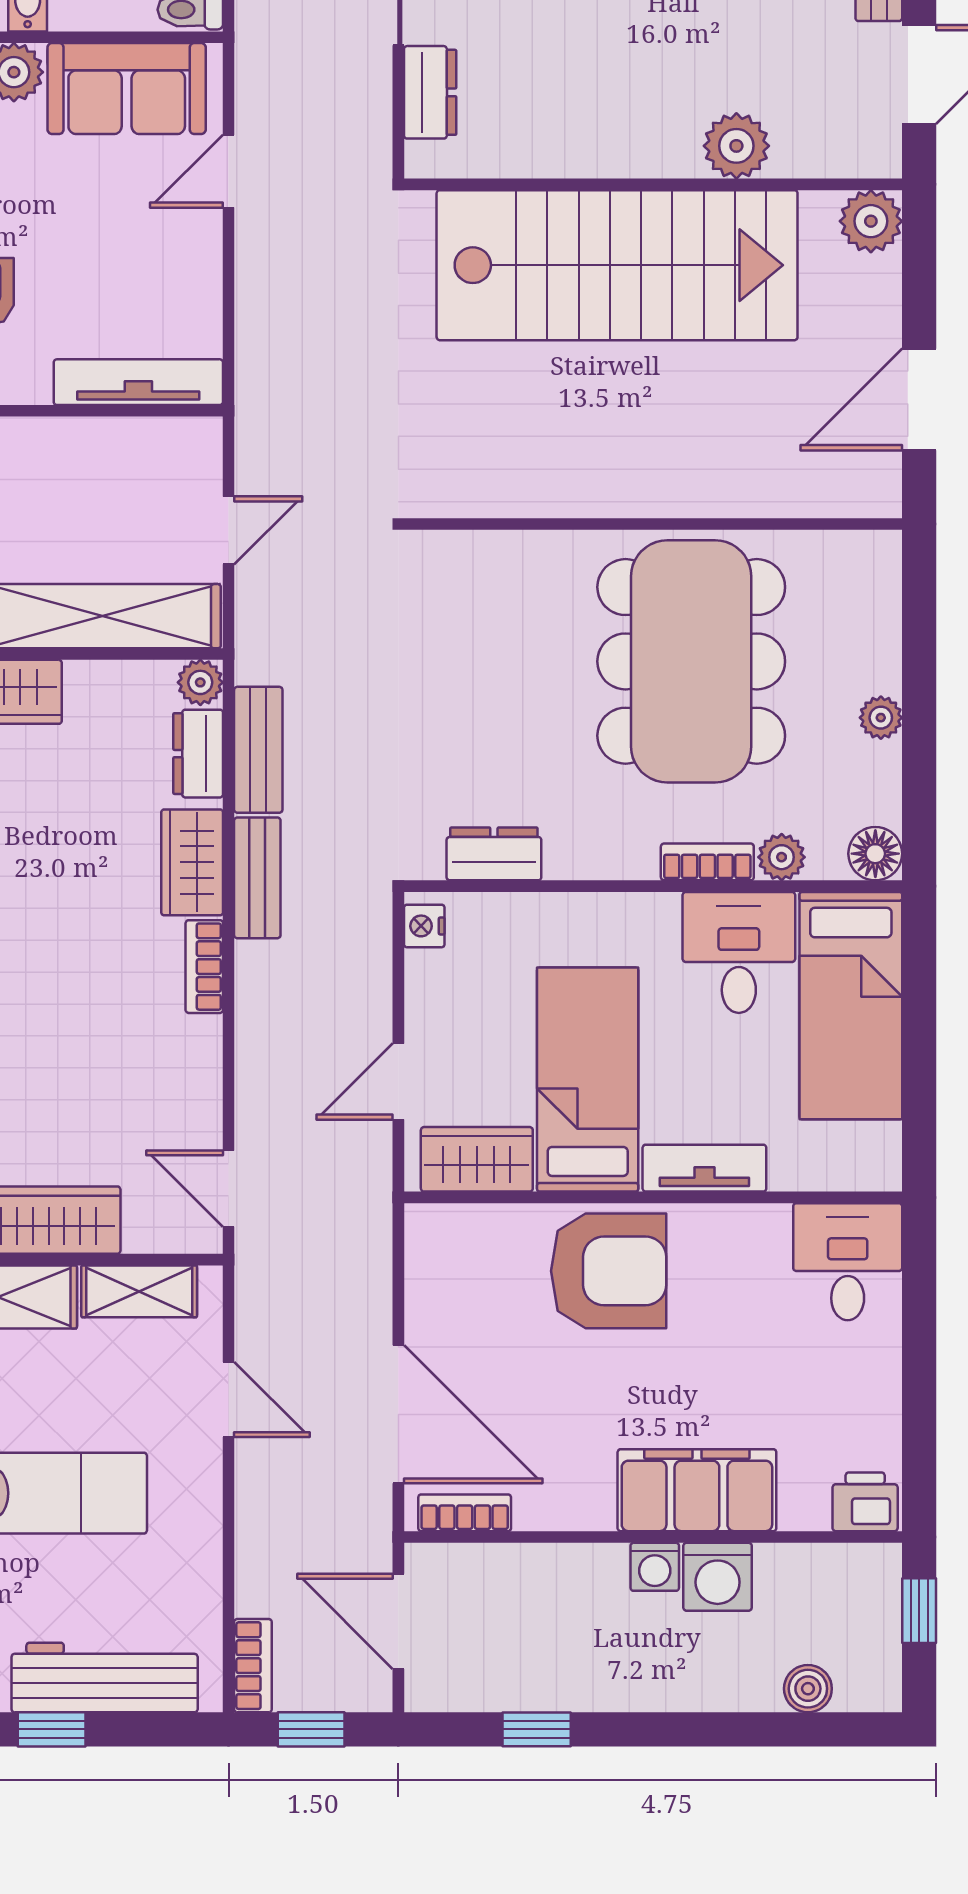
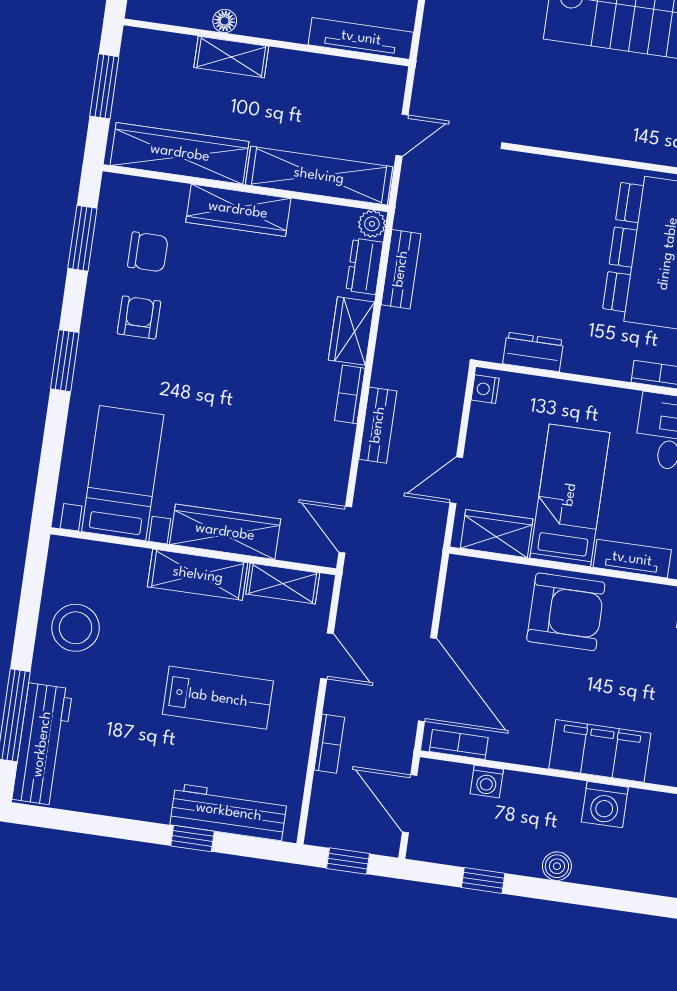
bench: (257, 878) -> (378, 425), moved
washing machine: (655, 1567) -> (487, 781), moved
bookcase: (253, 1666) -> (329, 744), moved
boiler: (808, 1689) -> (557, 866), moved

